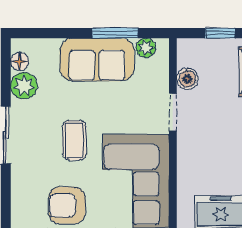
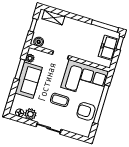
boiler: (187, 79) -> (39, 42), moved
armchair: (67, 205) -> (86, 111), turned 90

